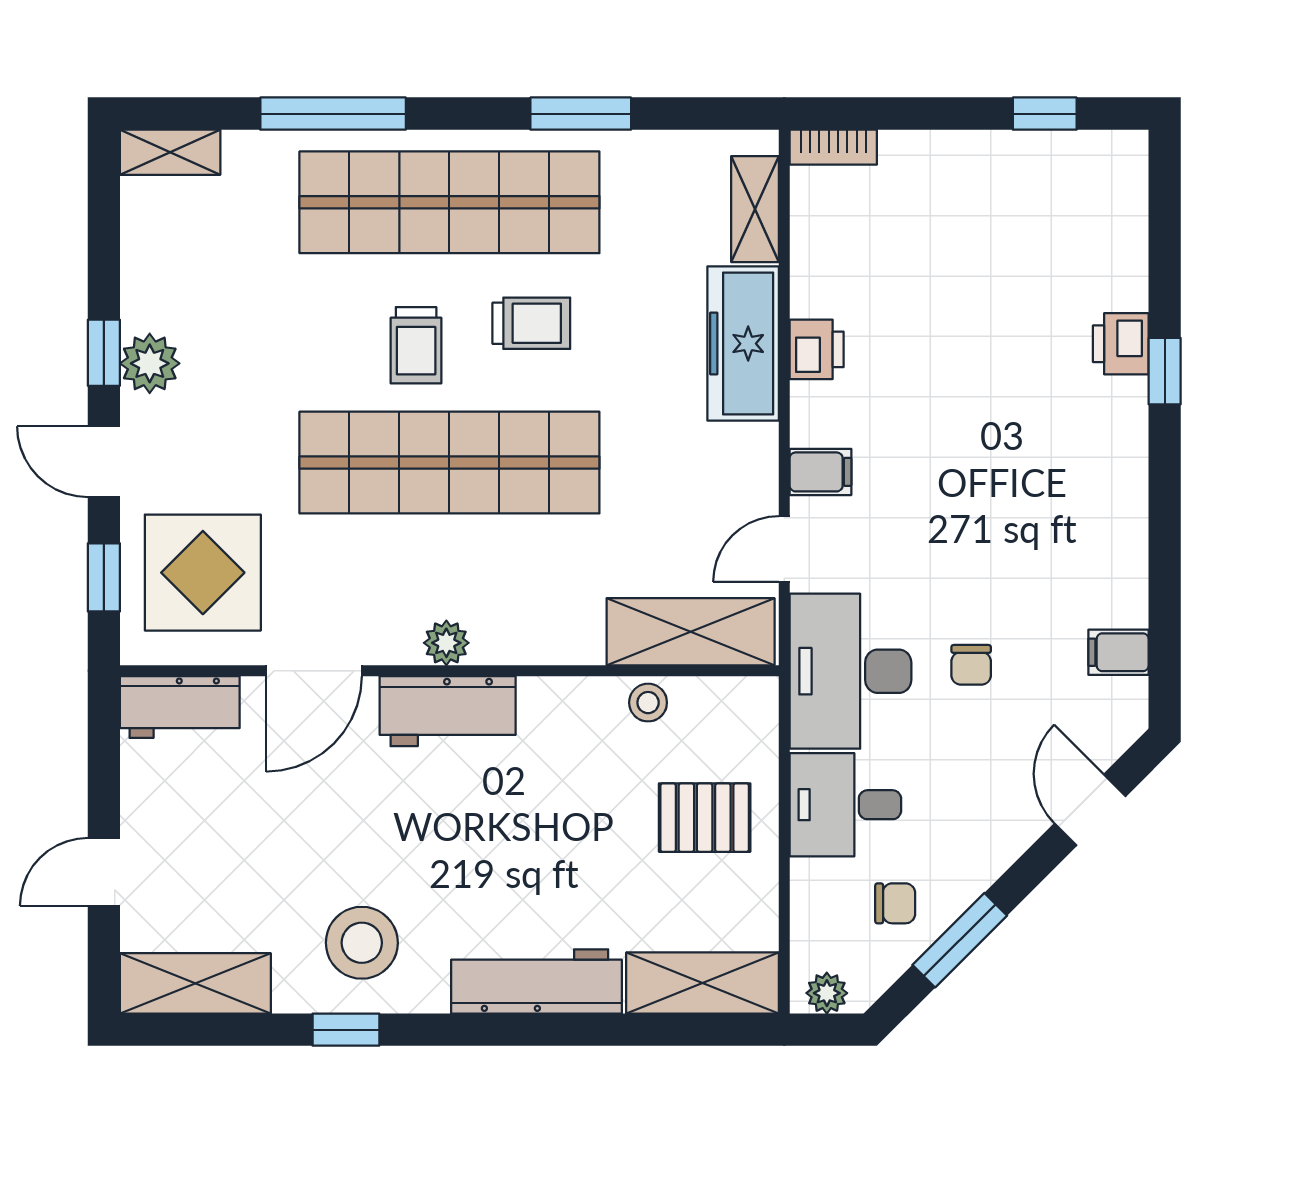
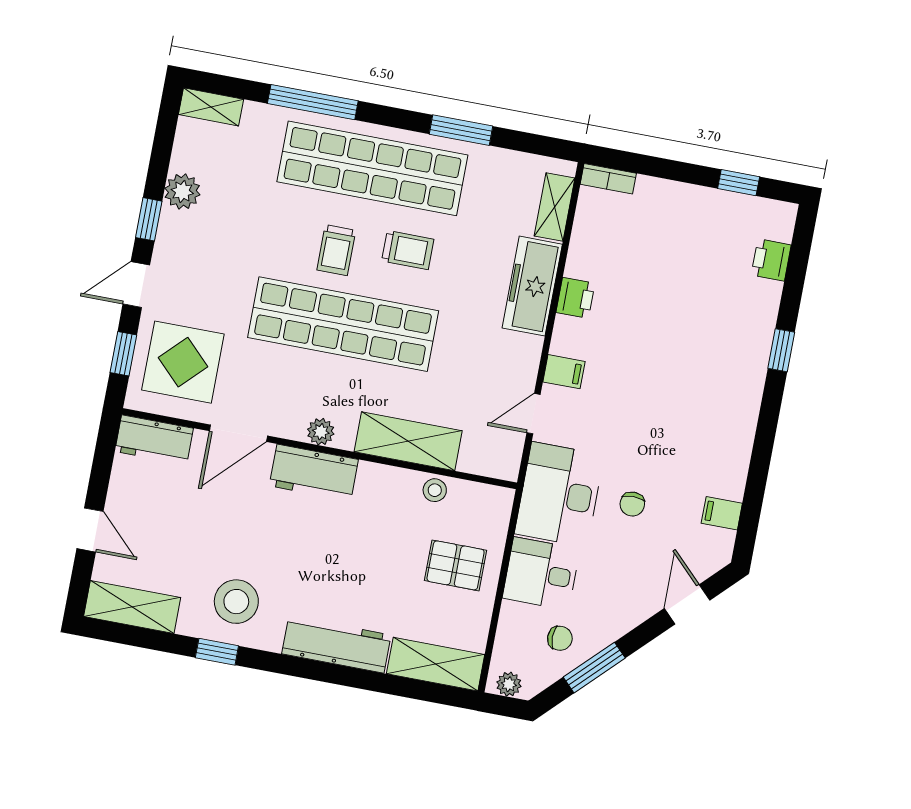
printer: (1121, 344) -> (771, 260), moved
plant: (150, 363) -> (182, 191), moved
door: (104, 462) -> (136, 285), hinge flipped
shelving: (691, 632) -> (408, 441), moved
door: (104, 872) -> (90, 530), swing flipped

